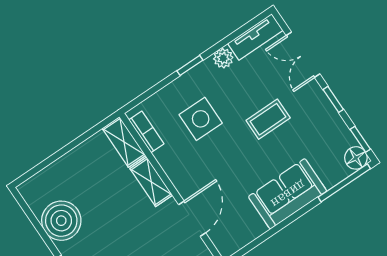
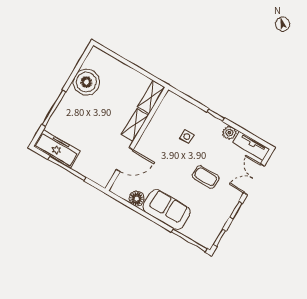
side table: (201, 119) -> (187, 136), width x0.54, depth x0.54
bookcase: (146, 132) -> (164, 108), removed
floor lamp: (356, 158) -> (137, 199), moved

